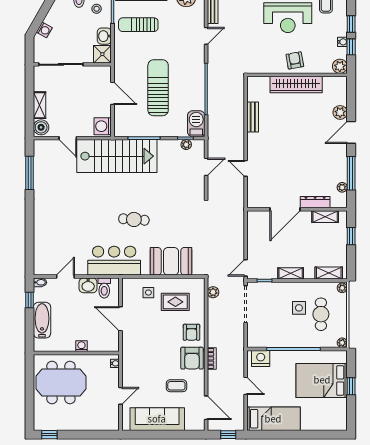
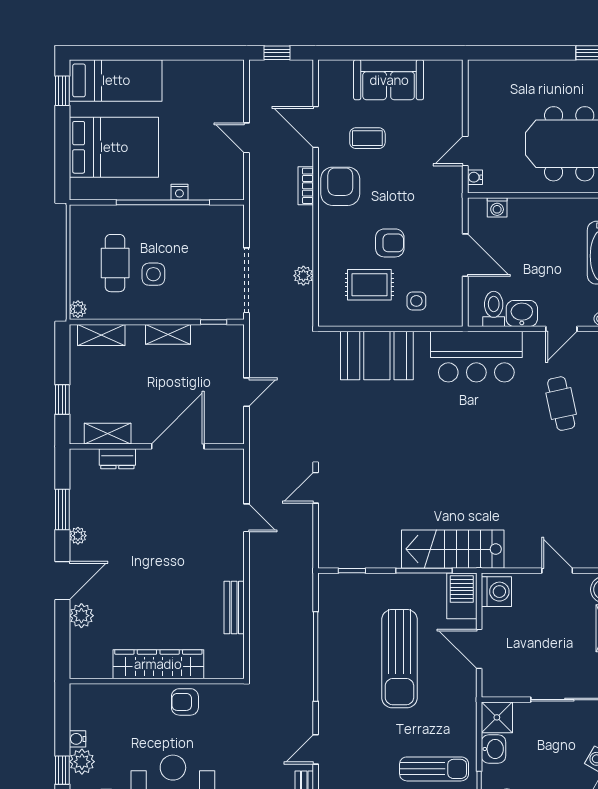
window: (351, 47) -> (62, 730), removed
armchair: (295, 60) -> (185, 702), moved, turned 100
plant: (340, 66) -> (82, 762), moved
barbecue: (196, 124) -> (462, 596), moved, turned 180
plant: (186, 145) -> (350, 559), removed
stairs: (117, 156) -> (453, 549), width x0.73, depth x0.66
door: (206, 167) -> (316, 488), moved
window: (351, 173) -> (62, 509), width x0.69
plant: (342, 187) -> (78, 536), moved
dresser: (315, 202) -> (117, 459), width x0.70
cafe table: (134, 219) -> (561, 404), moved, turned 74
door: (246, 268) -> (247, 392), moved
plant: (213, 292) -> (303, 276), moved
armchair: (191, 332) -> (390, 243), moved, turned 90
plant: (342, 343) -> (78, 213), removed
washing machine: (81, 346) -> (497, 207), moved
nightstand: (261, 358) -> (179, 192), moved, width x0.53, depth x0.56
window: (351, 386) -> (62, 91), moved
door: (120, 396) -> (465, 151), moved
door: (206, 408) -> (316, 127), moved
sofa: (157, 419) -> (389, 80), width x0.73
bed: (273, 419) -> (116, 80), moved, turned 180

